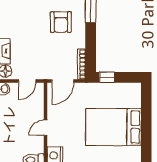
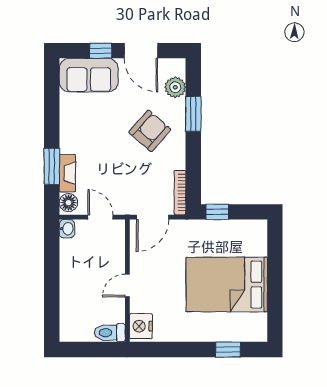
armchair: (61, 22) -> (150, 131), turned -139
door: (27, 81) -> (100, 217), swing flipped

